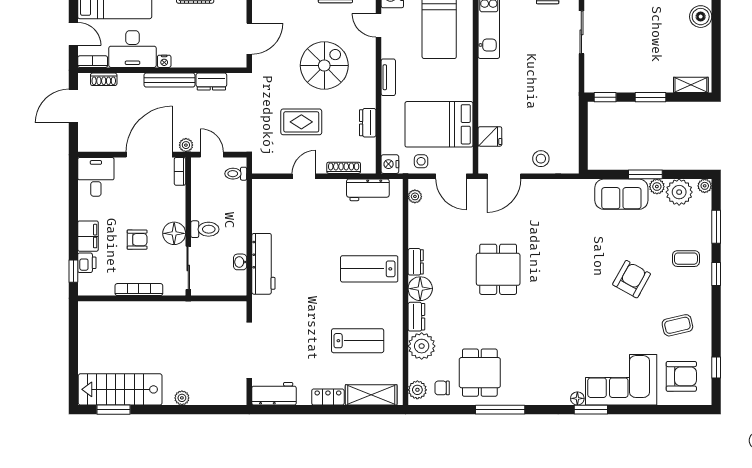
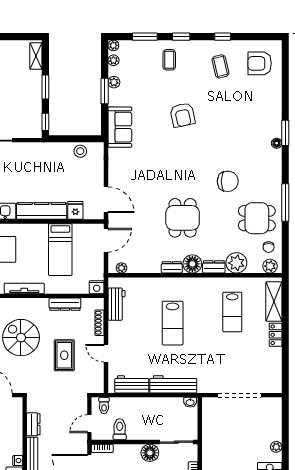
tv unit: (388, 77) -> (24, 288), width x1.41
kitchen counter: (489, 93) -> (42, 211), added
dresser: (368, 123) -> (65, 304), width x1.44
bed: (439, 124) -> (60, 250), width x0.67
plant: (186, 145) -> (82, 444), removed
stool: (541, 159) -> (80, 151), moved
side table: (421, 161) -> (94, 263), removed
plant: (679, 192) -> (113, 60), width x0.53, depth x0.53
sofa: (621, 194) -> (120, 127), moved
toilet: (205, 229) -> (120, 429), moved
washbasin: (240, 262) -> (190, 402), moved
lab bench: (369, 269) -> (173, 323), moved
dining table: (498, 269) -> (183, 218), moved, turned 90
armchair: (632, 279) -> (183, 115), moved, turned -131
chair: (528, 335) -> (228, 181), added
lab bench: (358, 341) -> (232, 312), turned 180
window: (716, 367) -> (223, 37), moved
armchair: (681, 376) -> (260, 63), turned -90
corner sofa: (621, 380) -> (262, 110), removed
workbench: (274, 394) -> (132, 384), moved, turned 90

